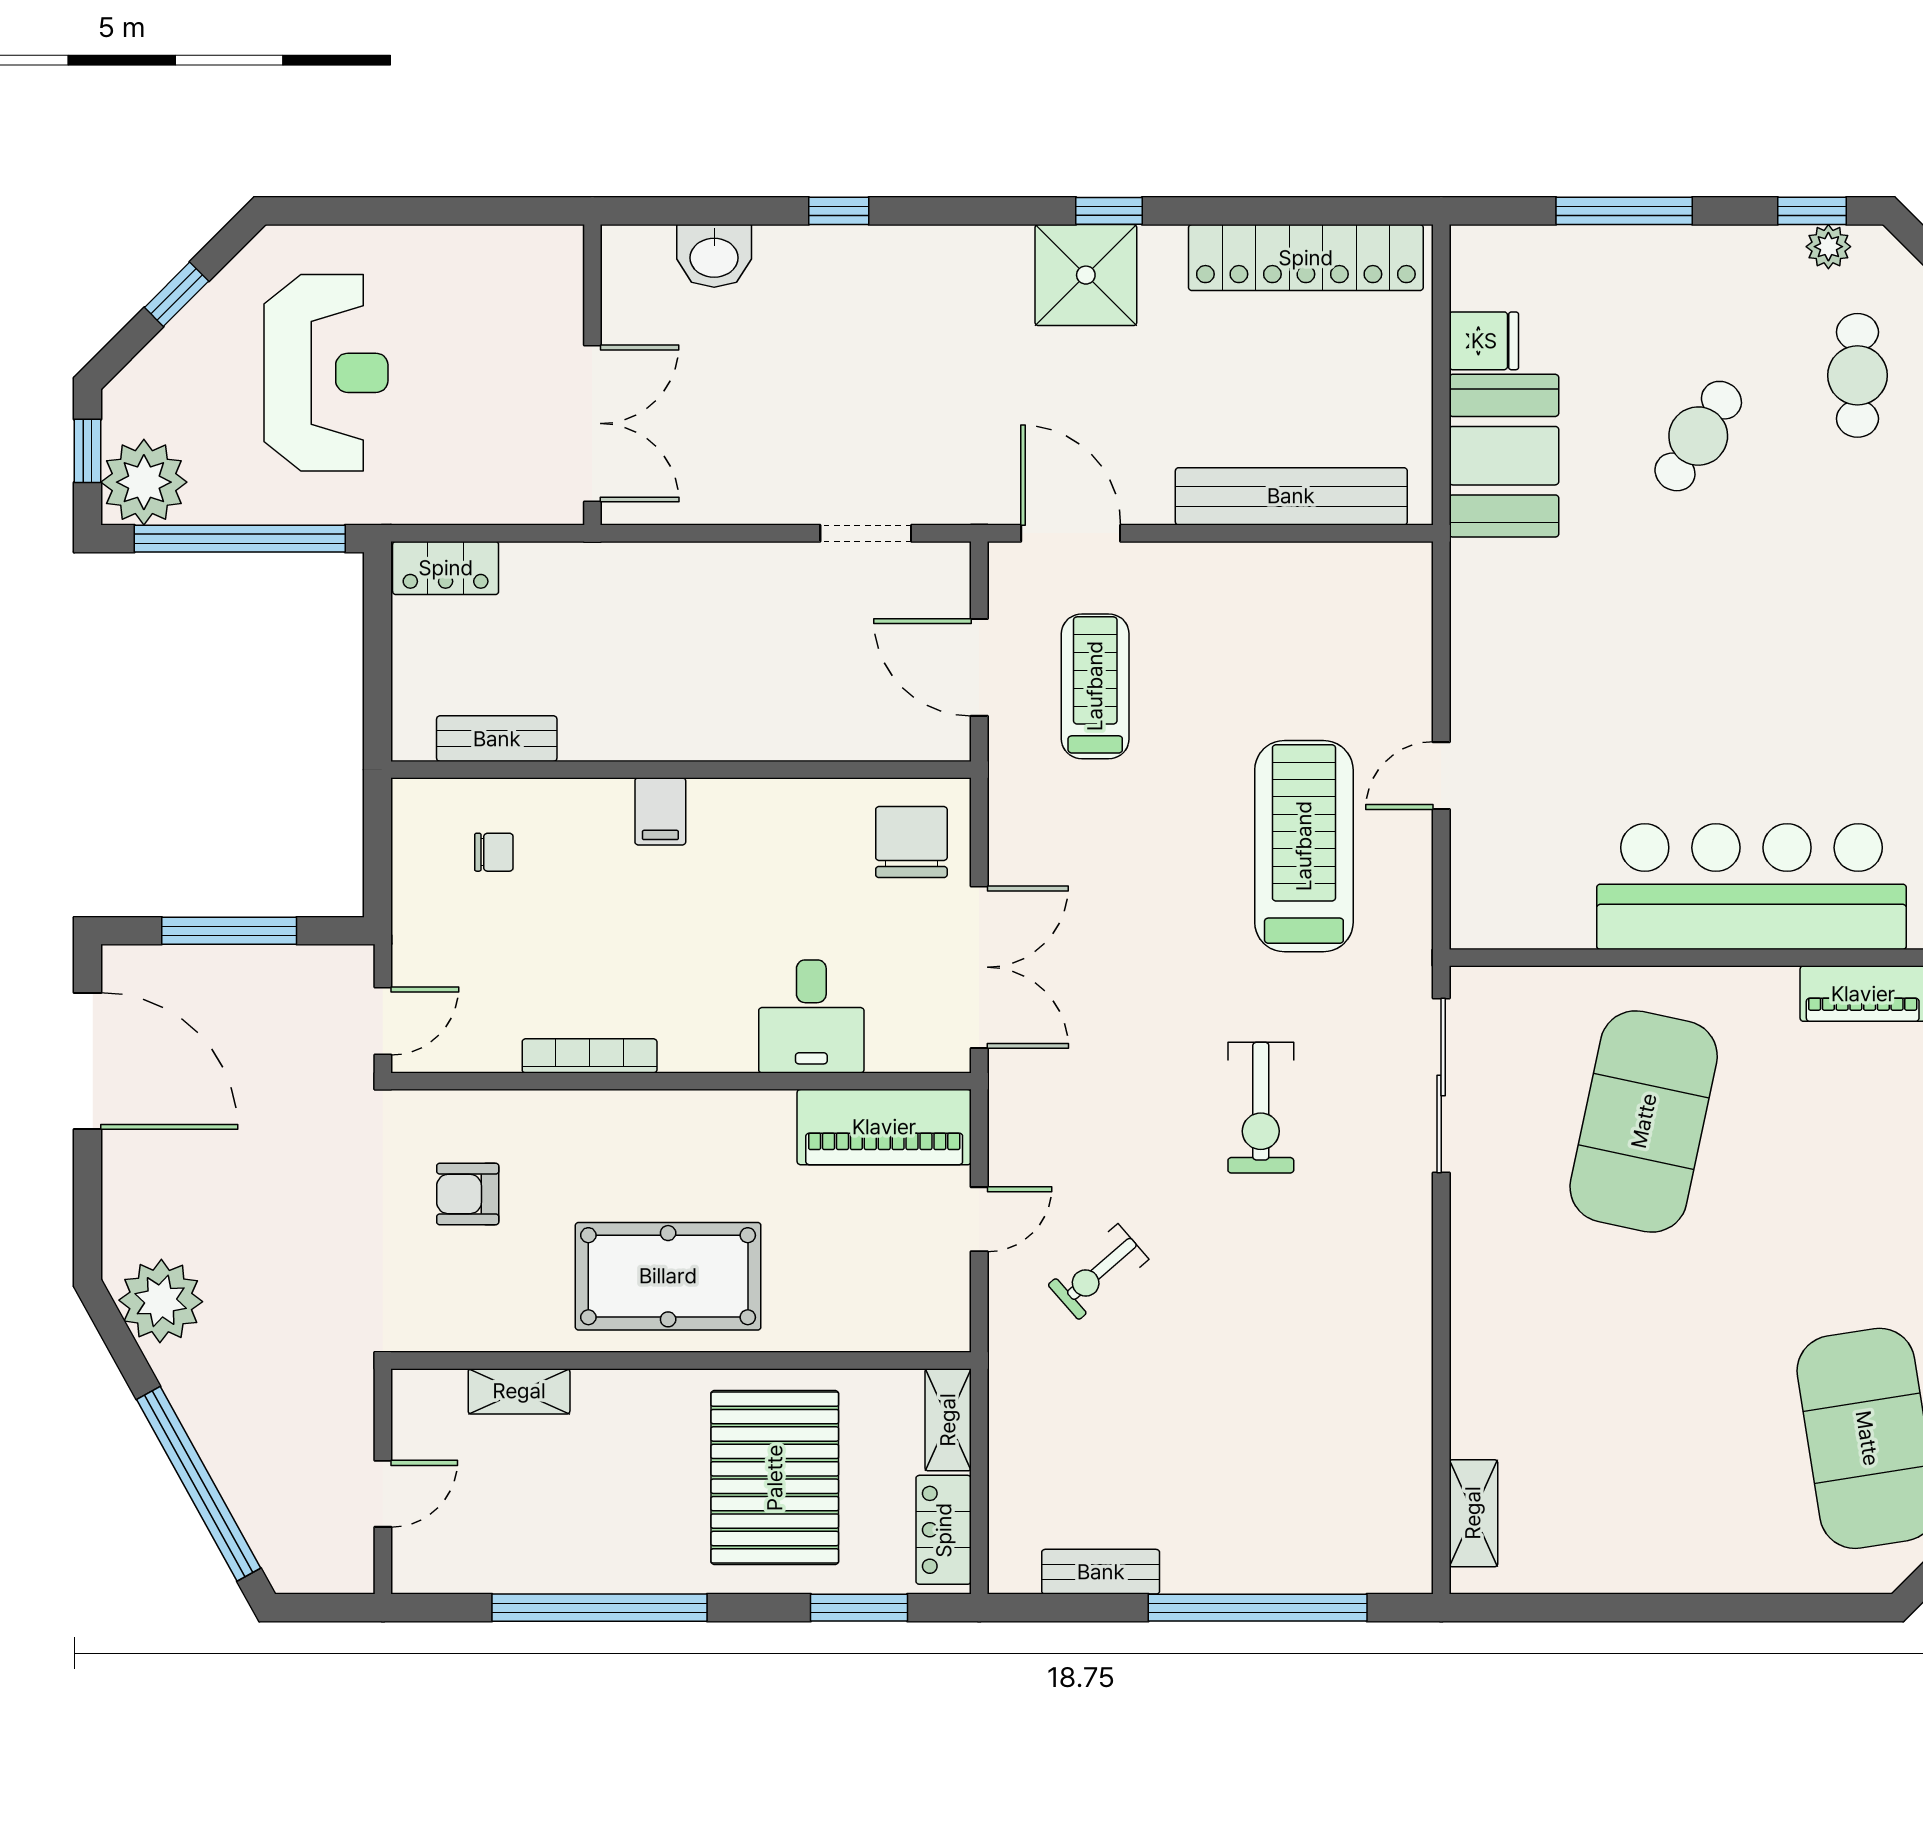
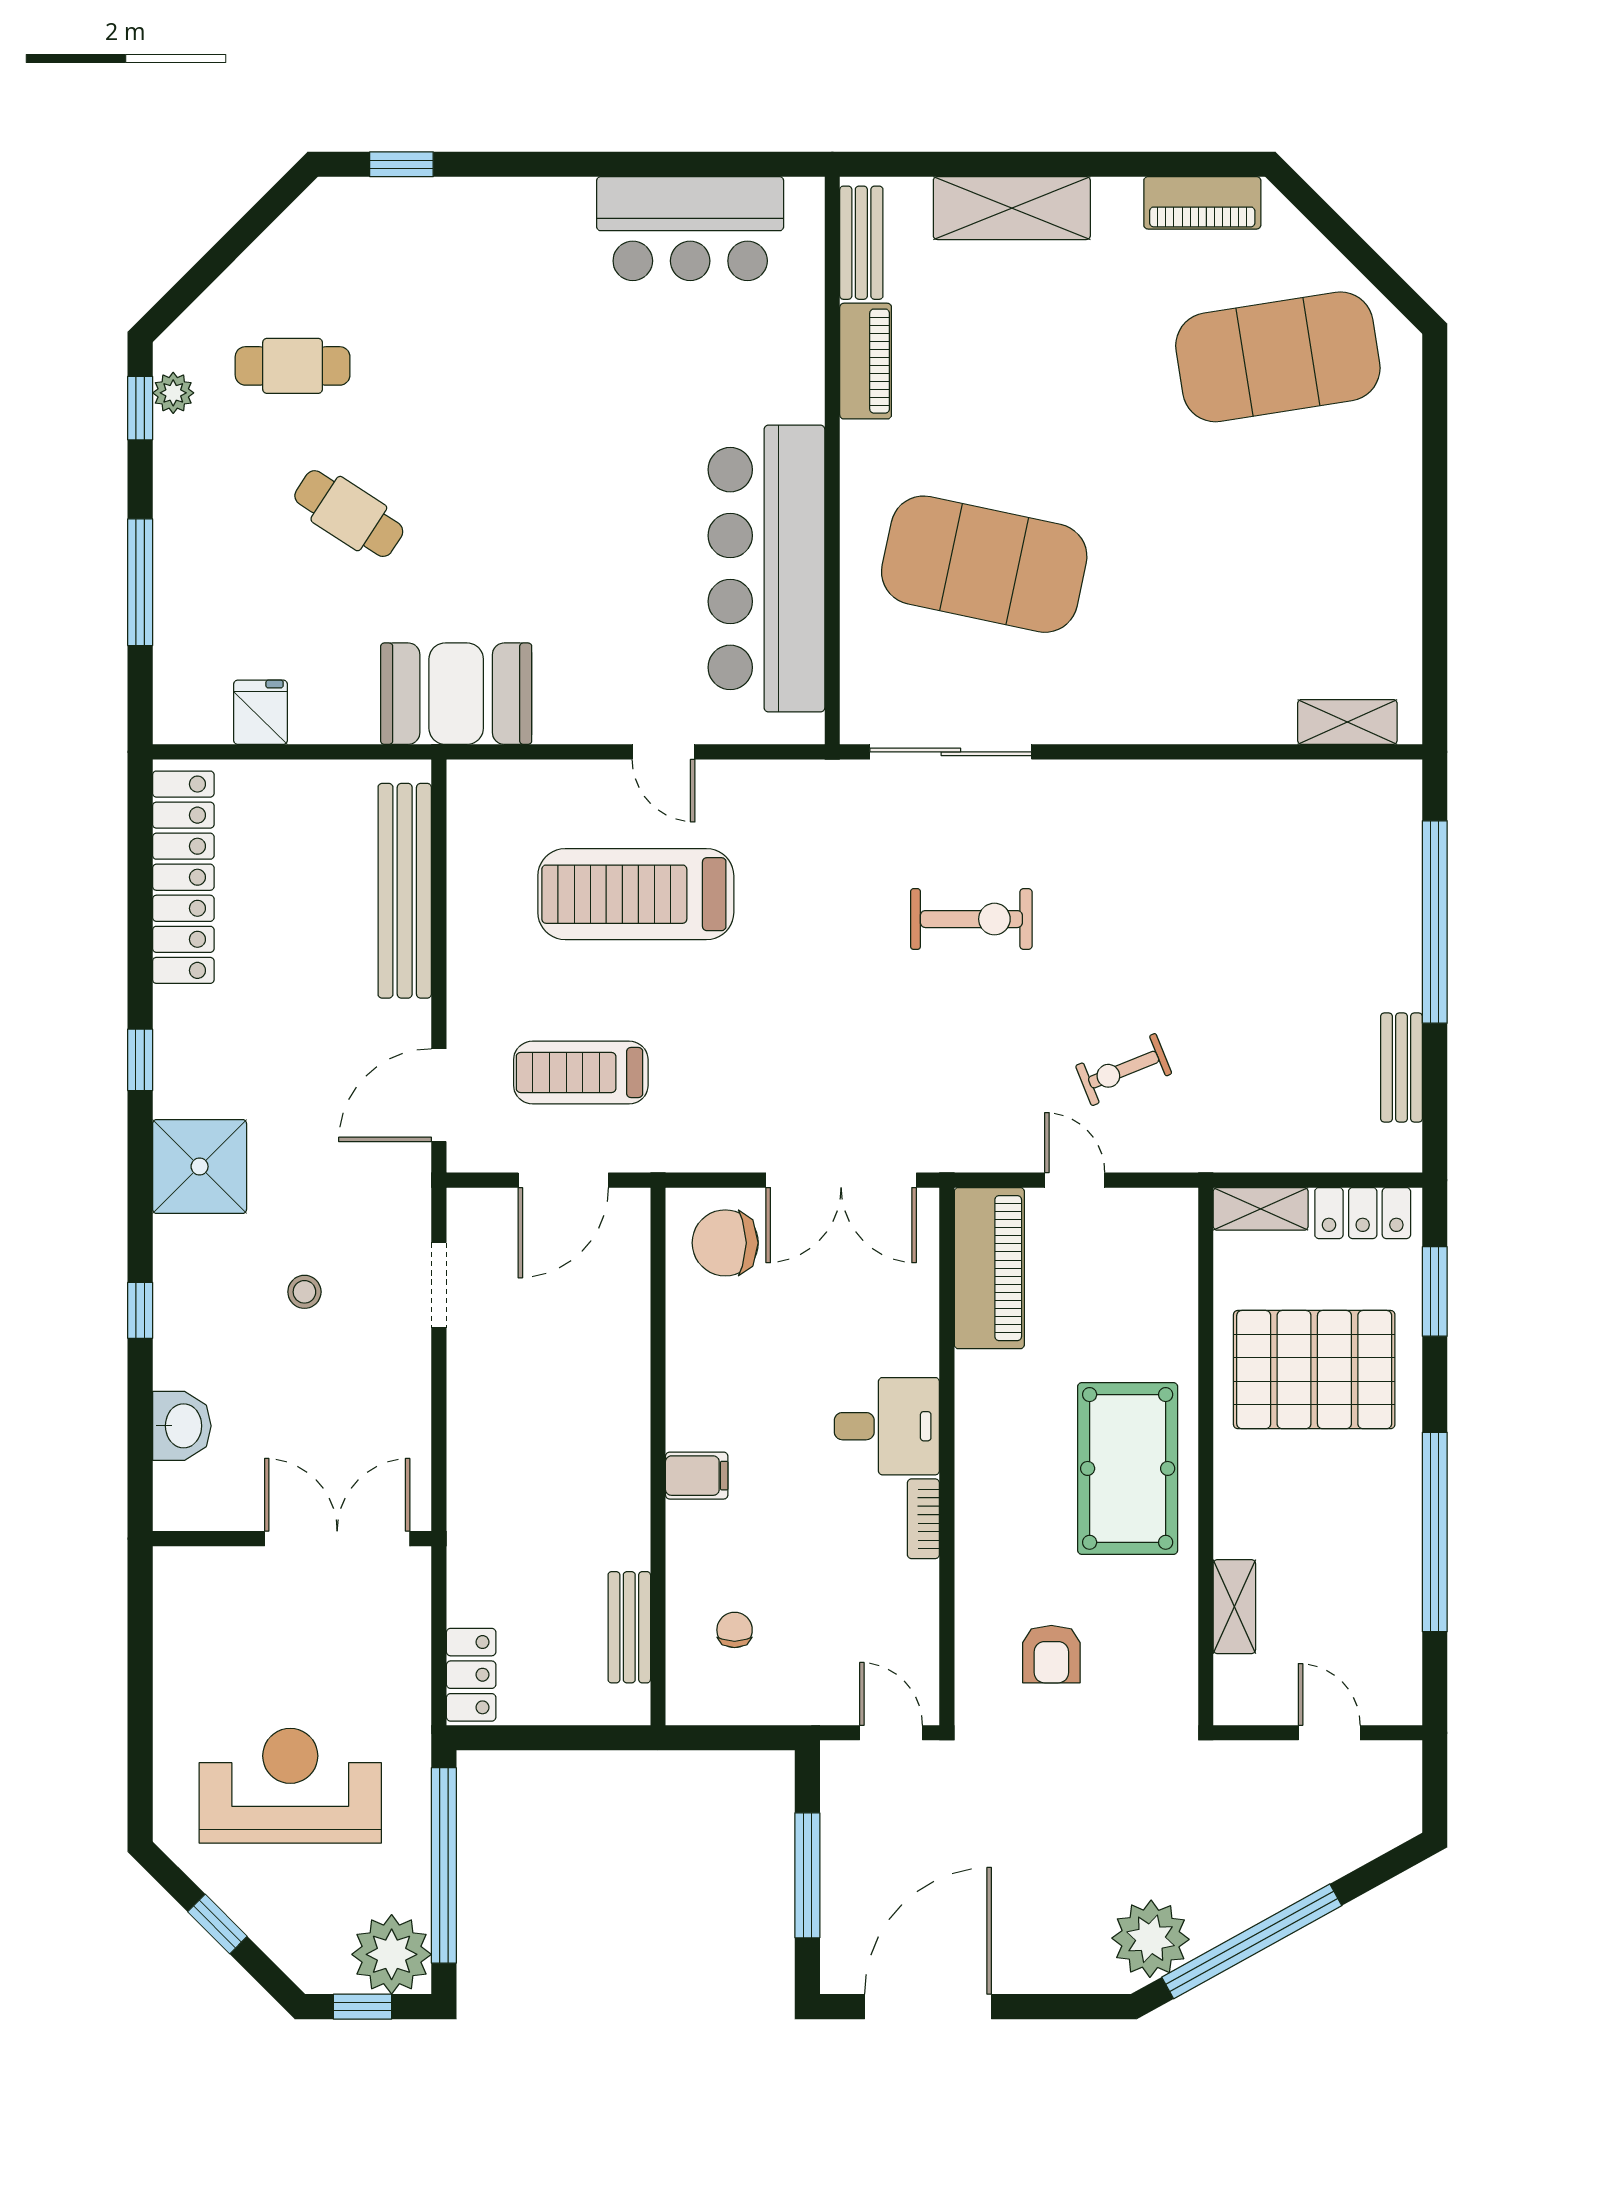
shower: (1086, 275) -> (200, 1167), moved
stool: (859, 388) -> (304, 1292), added
booth: (1504, 456) -> (456, 694), moved
treadmill: (1304, 846) -> (636, 894), moved
bar counter: (1751, 887) -> (766, 569), moved
double door: (979, 967) -> (841, 1180), swing flipped
desk: (811, 1016) -> (887, 1426), moved
bookcase: (590, 1056) -> (923, 1519), width x0.64
exercise bike: (1098, 1272) -> (1124, 1070), turned 109
window: (199, 1484) -> (1252, 1941), moved

